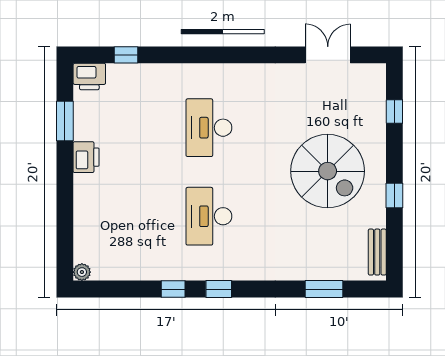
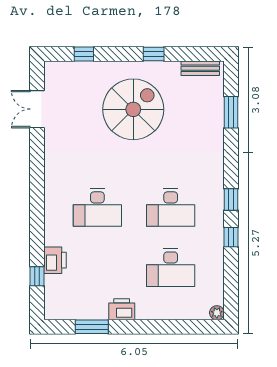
printer: (89, 77) -> (55, 260), moved
desk: (136, 216) -> (171, 268), added

